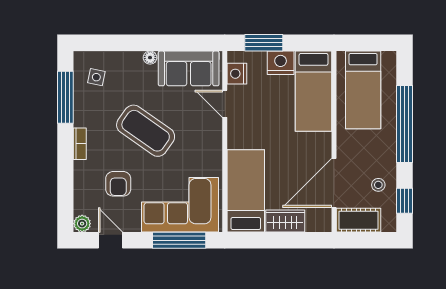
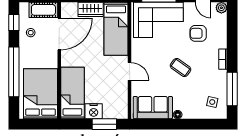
nightstand: (237, 74) -> (122, 104), removed
bed: (363, 90) -> (41, 94), width x1.50
door: (225, 104) -> (130, 71), moved
coffee table: (146, 131) -> (181, 68), width x0.54, depth x0.58
armchair: (118, 184) -> (198, 33), turned -90

